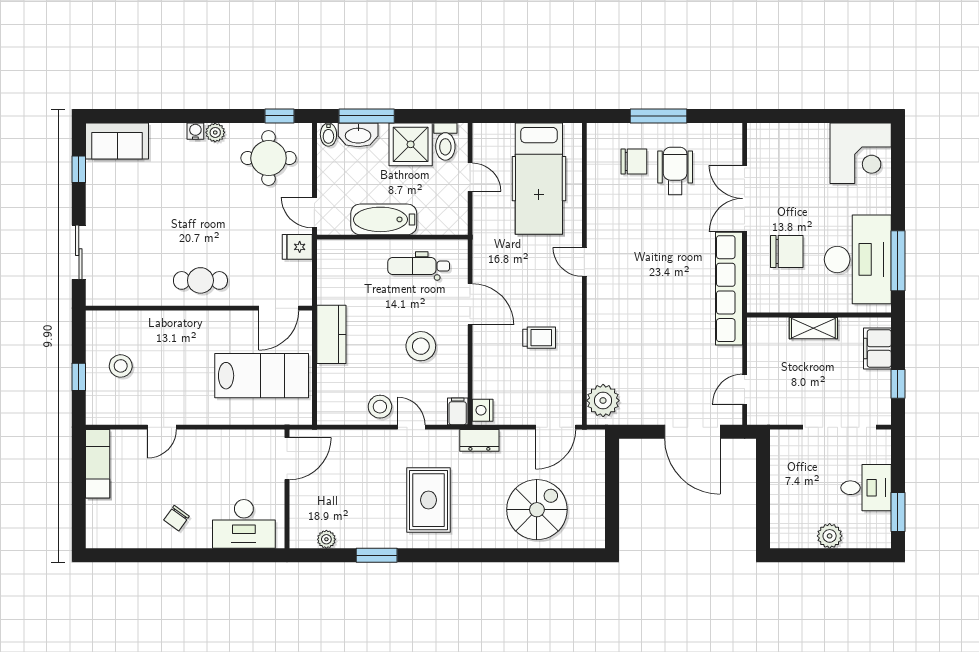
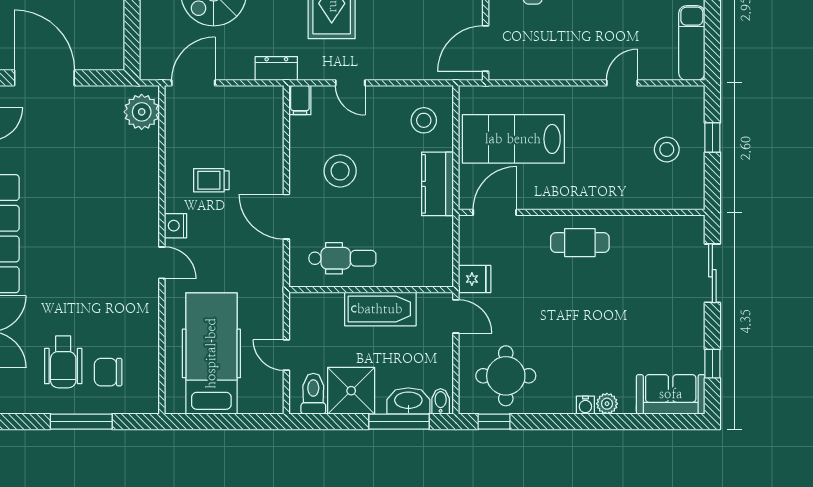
plant: (215, 132) -> (607, 404), moved
stool: (380, 407) -> (424, 120), moved
nightstand: (483, 410) -> (176, 226), moved, turned 180

